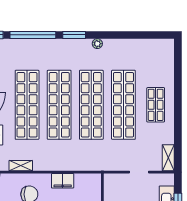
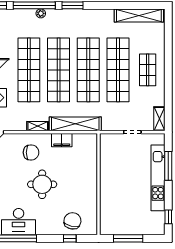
plant: (97, 44) -> (41, 13), moved
shelving: (146, 46) -> (139, 15), added
shelving: (77, 163) -> (75, 124), added
shelving: (21, 166) -> (38, 126), moved

